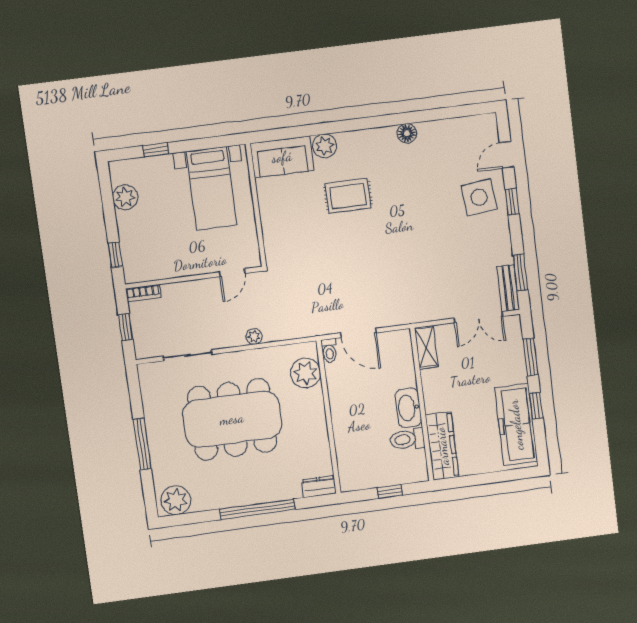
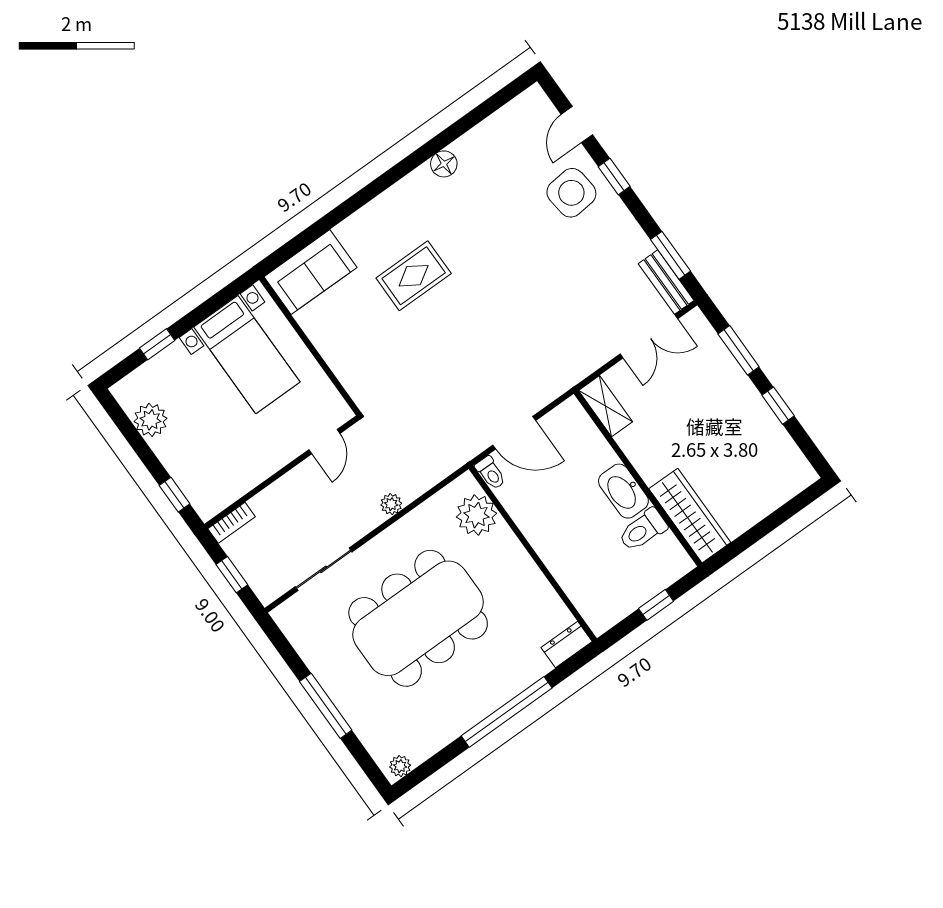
plant: (325, 146) -> (354, 232), removed
freezer: (516, 425) -> (766, 442), removed
plant: (176, 500) -> (400, 766), width x0.53, depth x0.53

